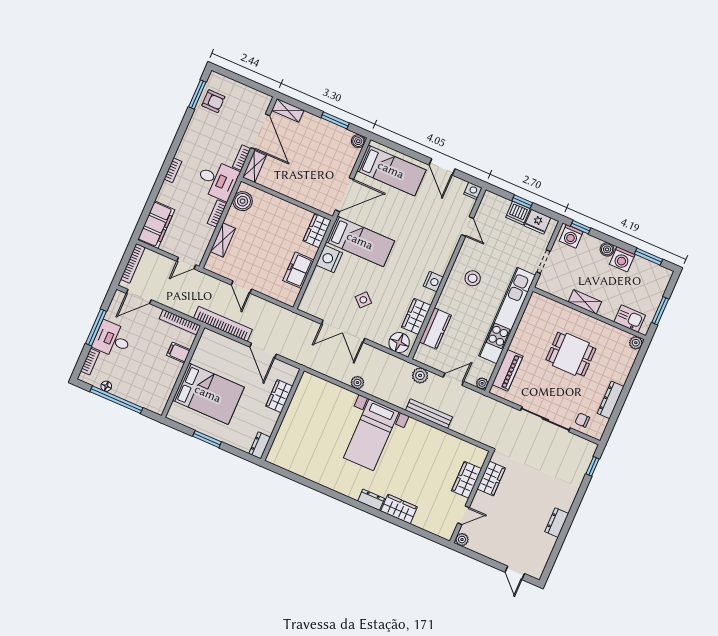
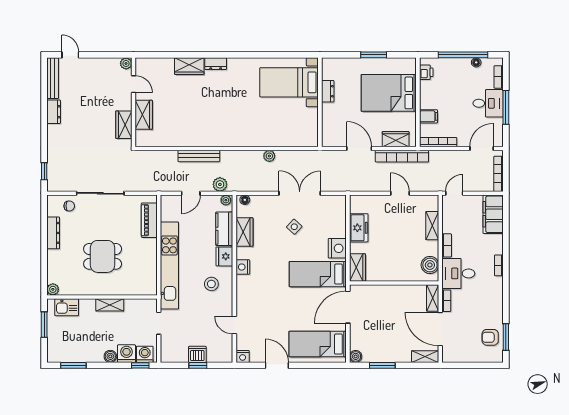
fridge: (538, 222) -> (224, 256), moved, turned -90
washing machine: (622, 259) -> (127, 354), moved
floor lamp: (399, 343) -> (245, 200), width x0.53, depth x0.53
plant: (482, 383) -> (226, 200), moved
wardrobe: (279, 396) -> (396, 139), moved, turned -90
printer: (161, 398) -> (426, 72), added
bed with nightstands: (371, 435) -> (289, 82), moved, turned -90
dresser: (260, 445) -> (328, 91), moved
door: (463, 515) -> (133, 84), swing flipped
bench: (543, 557) -> (53, 78), added

